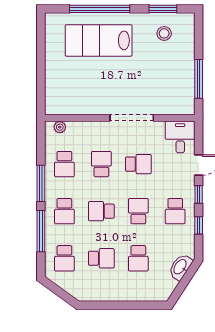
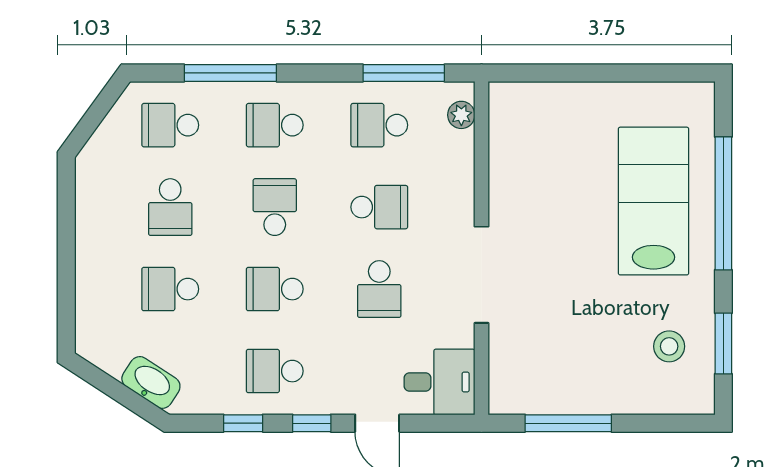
window: (41, 183) -> (404, 73), moved
school desk: (138, 211) -> (275, 289), turned 180

